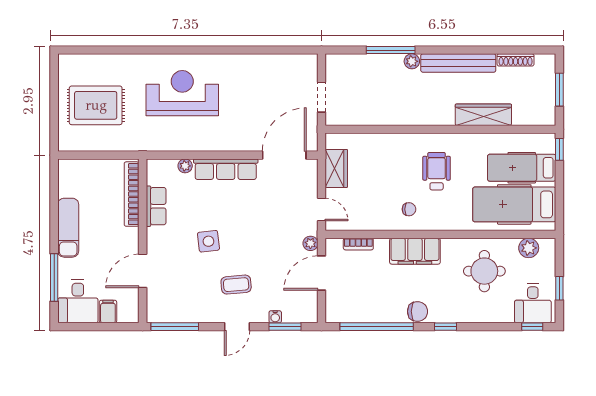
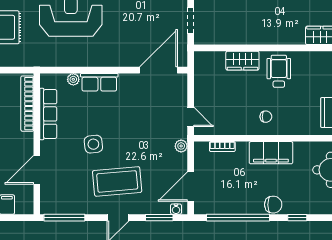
wardrobe: (336, 168) -> (242, 61), moved, turned 90
row of seats: (226, 169) -> (99, 82), width x0.68
wheelchair: (437, 171) -> (279, 71), moved
row of seats: (156, 206) -> (48, 114), width x1.48
door: (321, 273) -> (191, 187), moved
coffee table: (236, 285) -> (117, 181), width x1.86, depth x1.72
water cooler: (275, 317) -> (176, 209), moved

